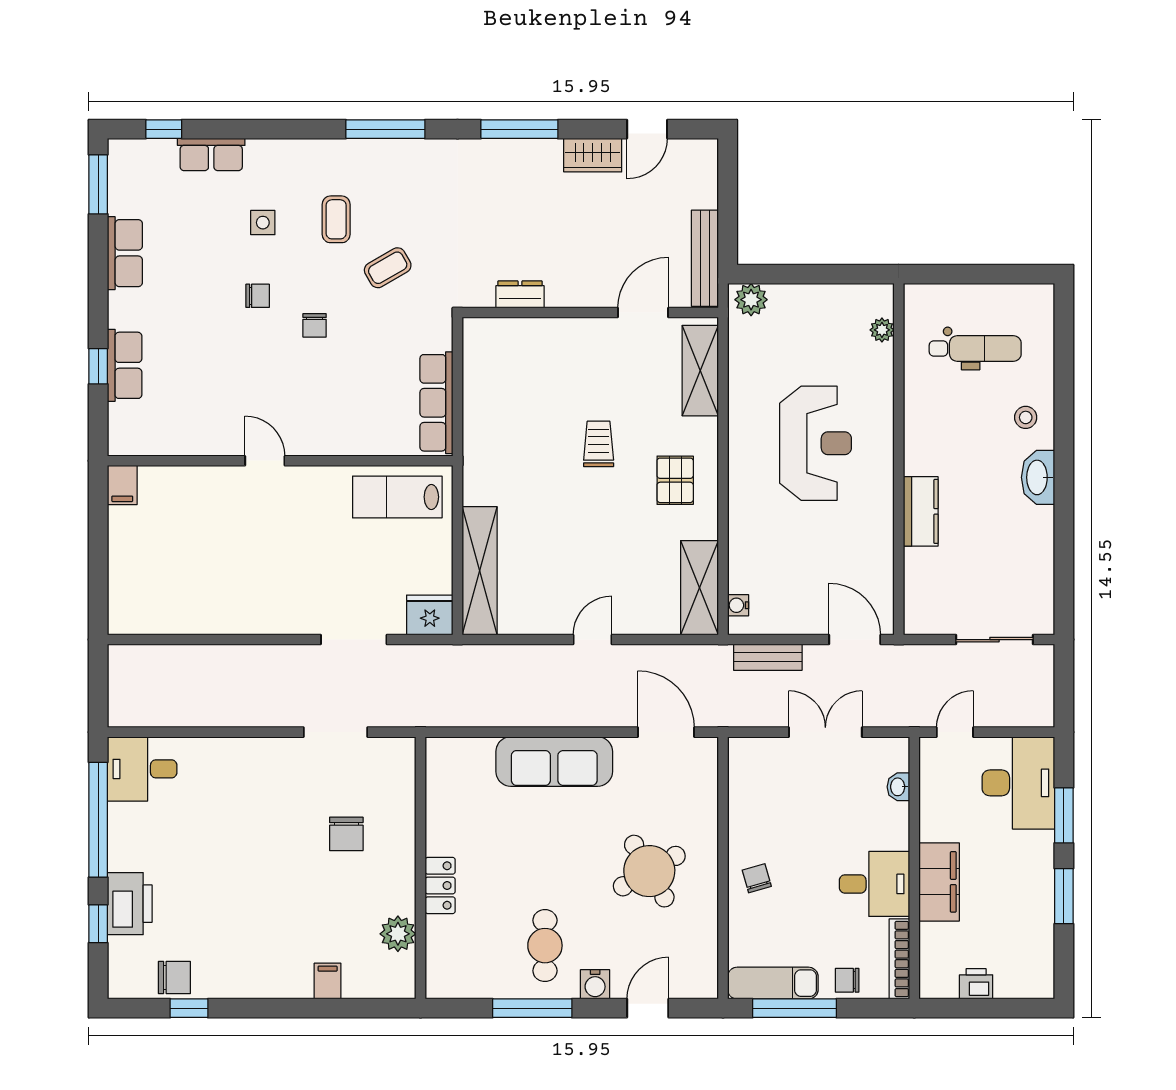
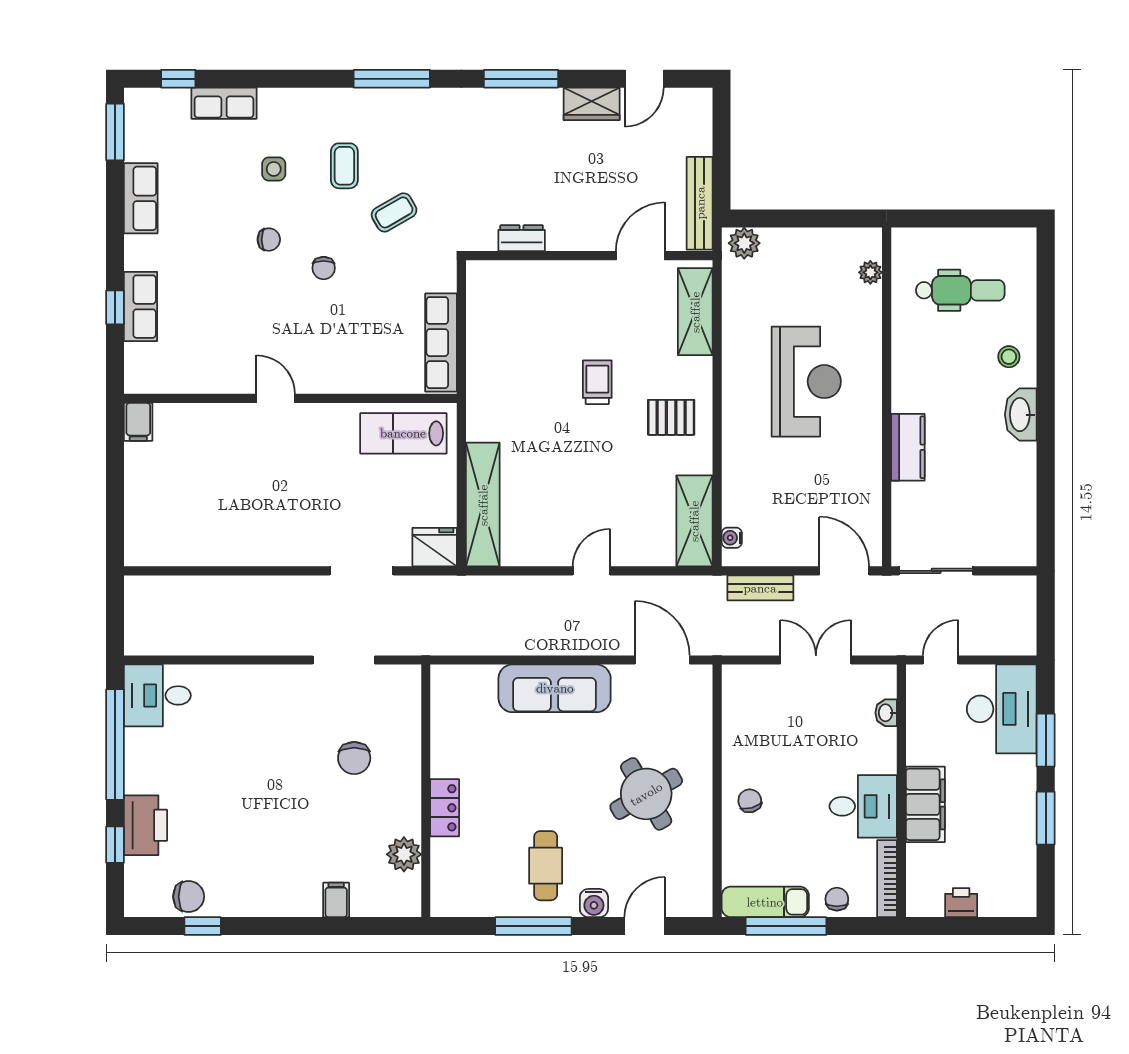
pallet: (675, 480) -> (671, 417), turned 90
sliding door: (994, 640) -> (936, 571), moved
chair: (847, 980) -> (837, 899), turned 90

